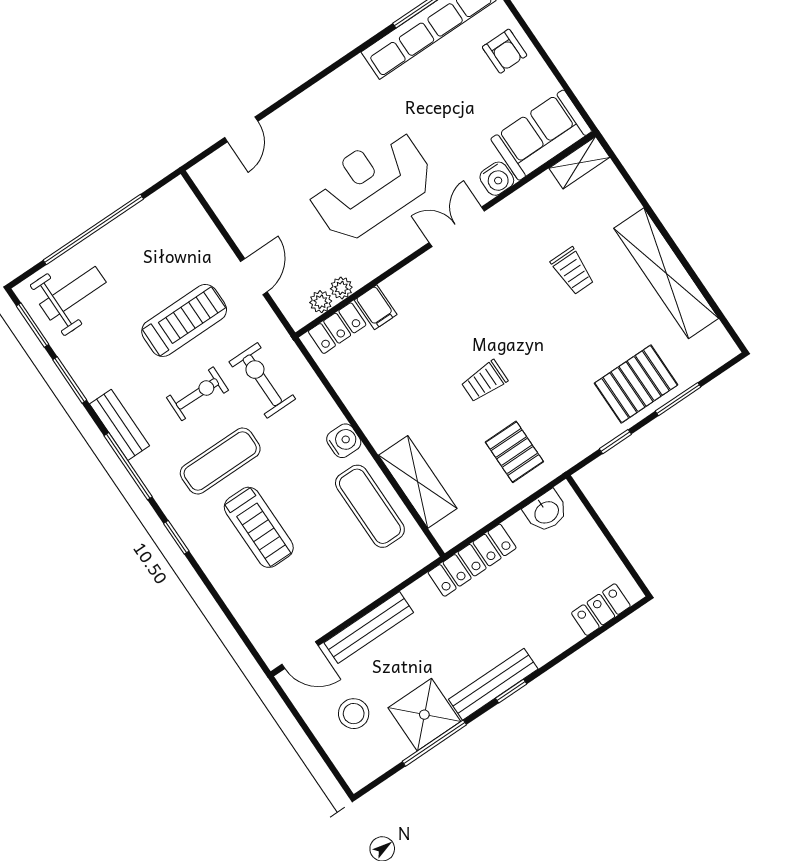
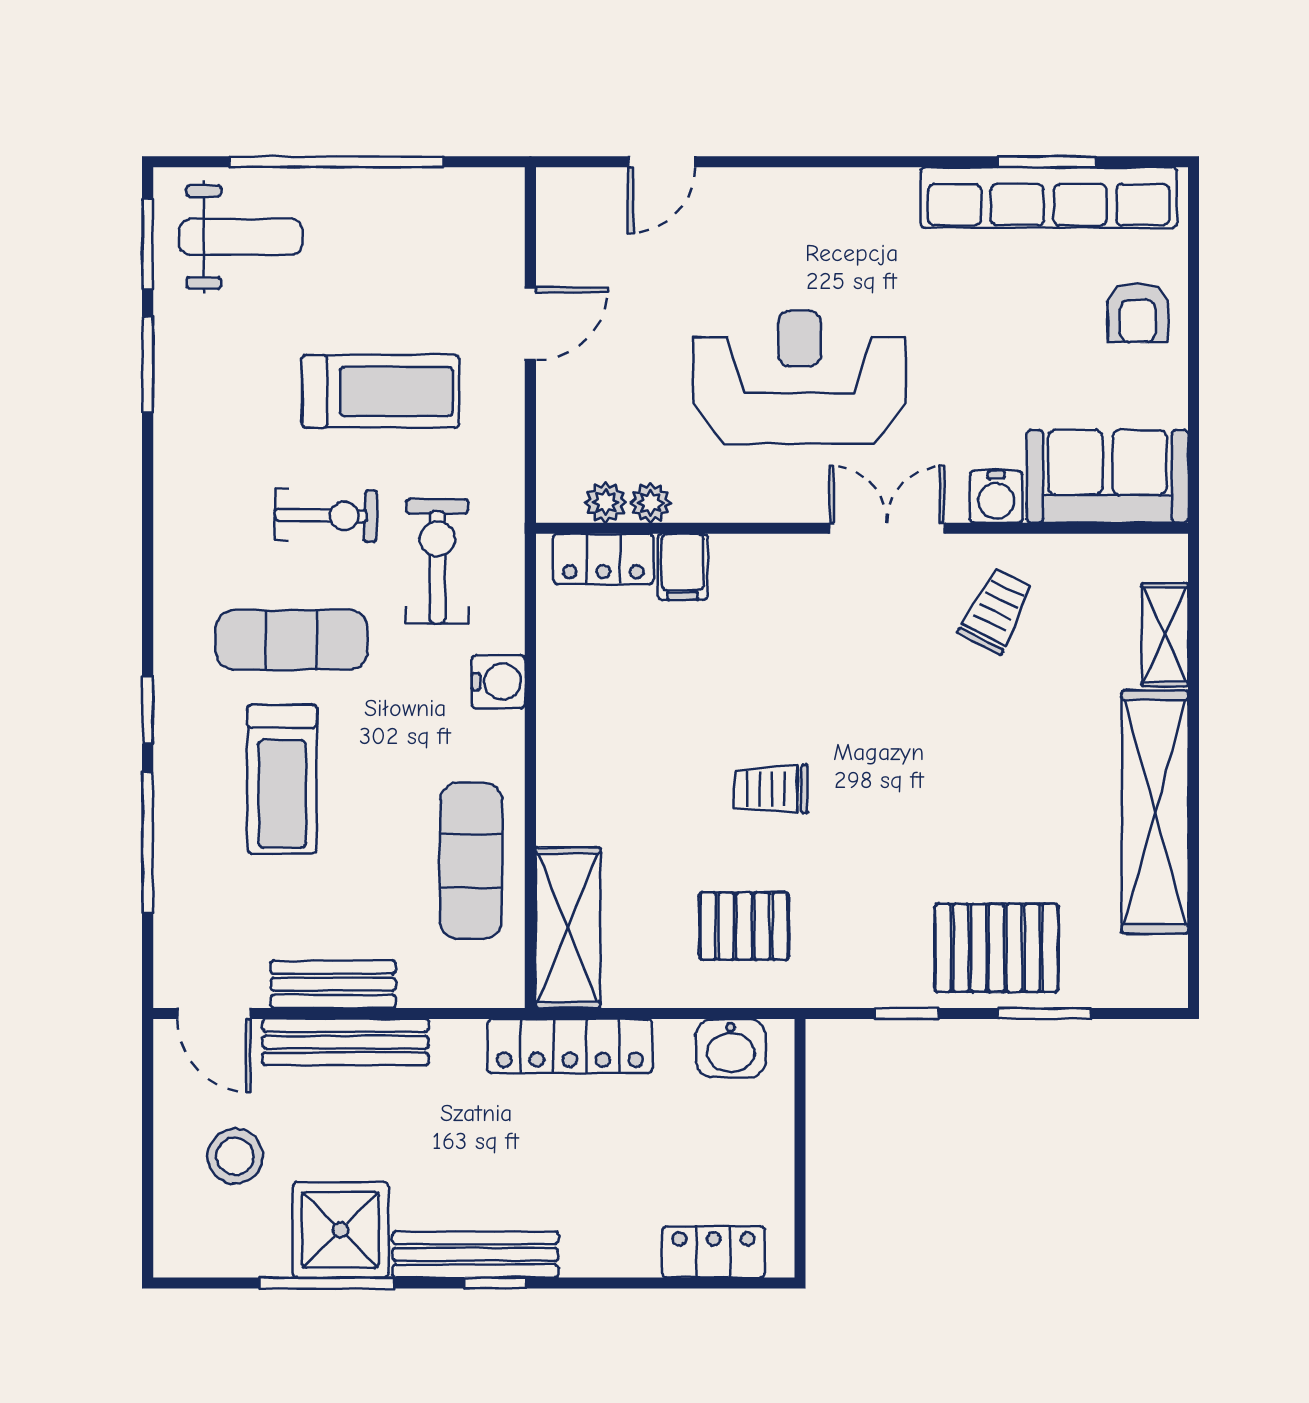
shelving: (579, 163) -> (1165, 635), moved, turned 90
trolley: (573, 271) -> (996, 611), moved, turned -153
door: (254, 277) -> (530, 324), moved
bench: (120, 425) -> (333, 984), moved, turned 90
water cooler: (344, 441) -> (498, 682), moved
pallet: (514, 452) -> (744, 926), turned 90
window: (128, 466) -> (148, 843), moved
shelving: (418, 482) -> (568, 928), moved

